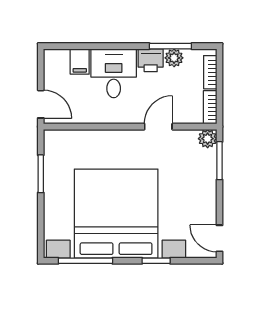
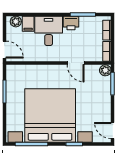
plant: (174, 58) -> (16, 22), moved
door: (158, 127) -> (76, 63), swing flipped

